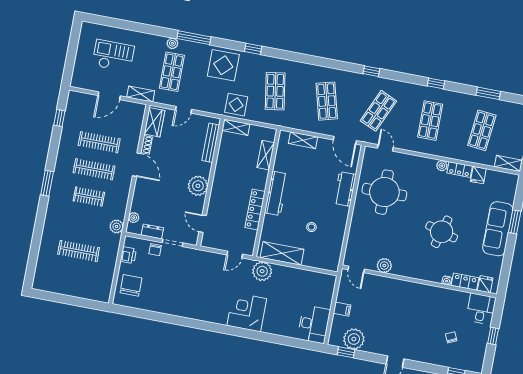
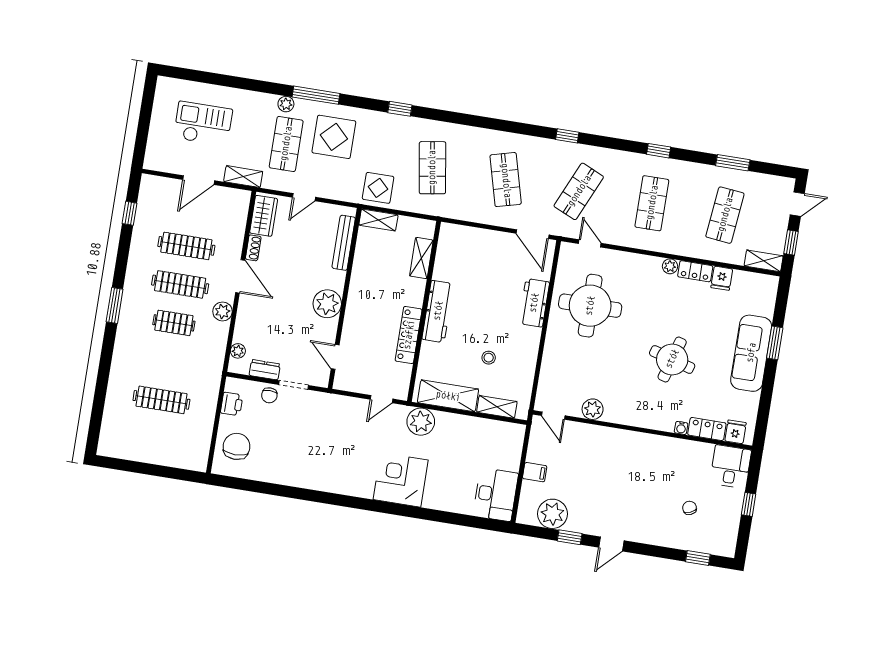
display table: (223, 65) -> (334, 137), moved
shelving: (303, 140) -> (497, 407), moved
plant: (117, 226) -> (223, 311), moved
window: (346, 352) -> (570, 537), moved

